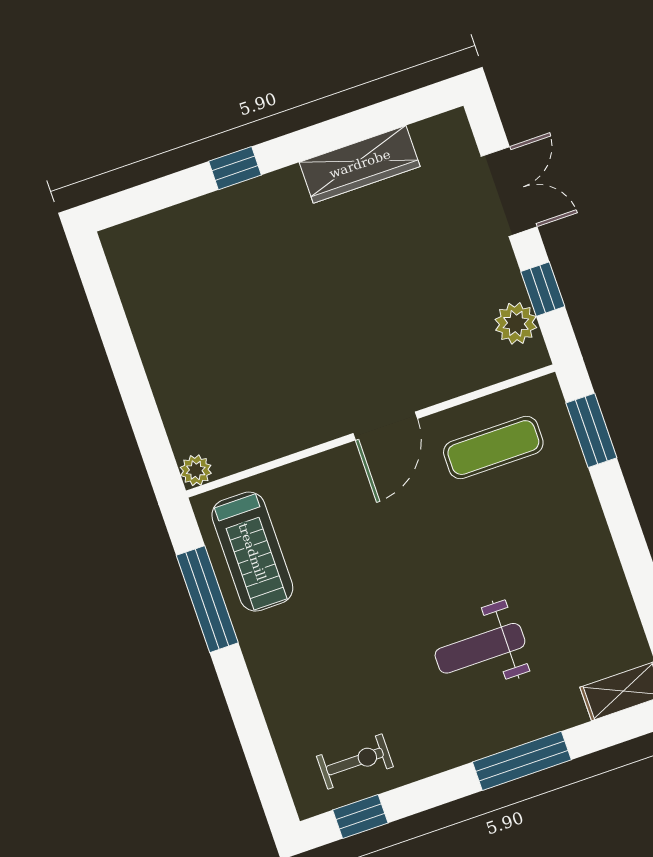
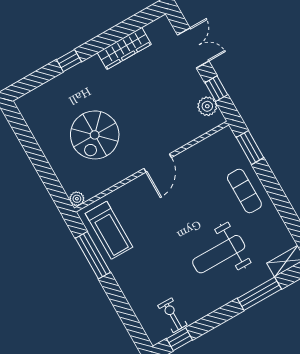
spiral stairs: (260, 339) -> (95, 135), added
exercise mat: (493, 448) -> (244, 191), moved, turned 90
weight bench: (480, 648) -> (219, 254), width x1.36, depth x1.33
exercise bike: (355, 761) -> (172, 315), turned -90
window: (522, 761) -> (259, 294), moved

